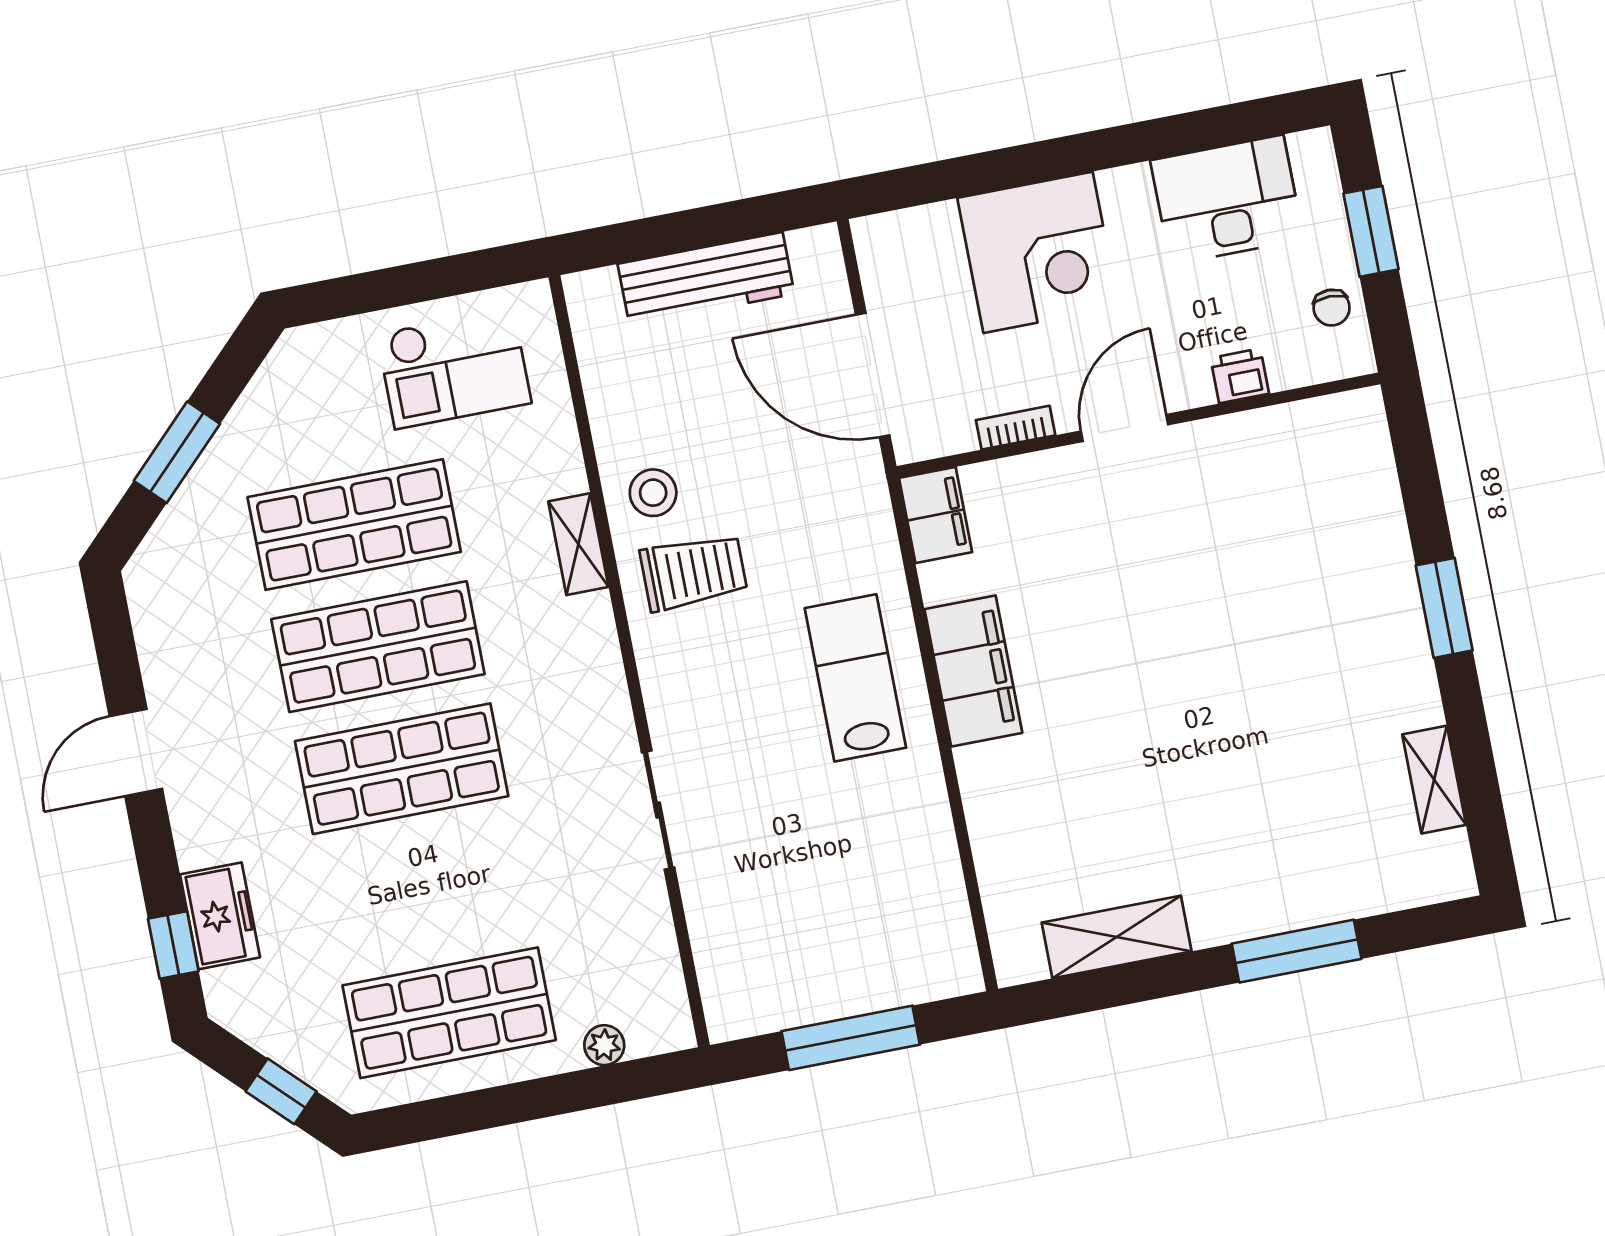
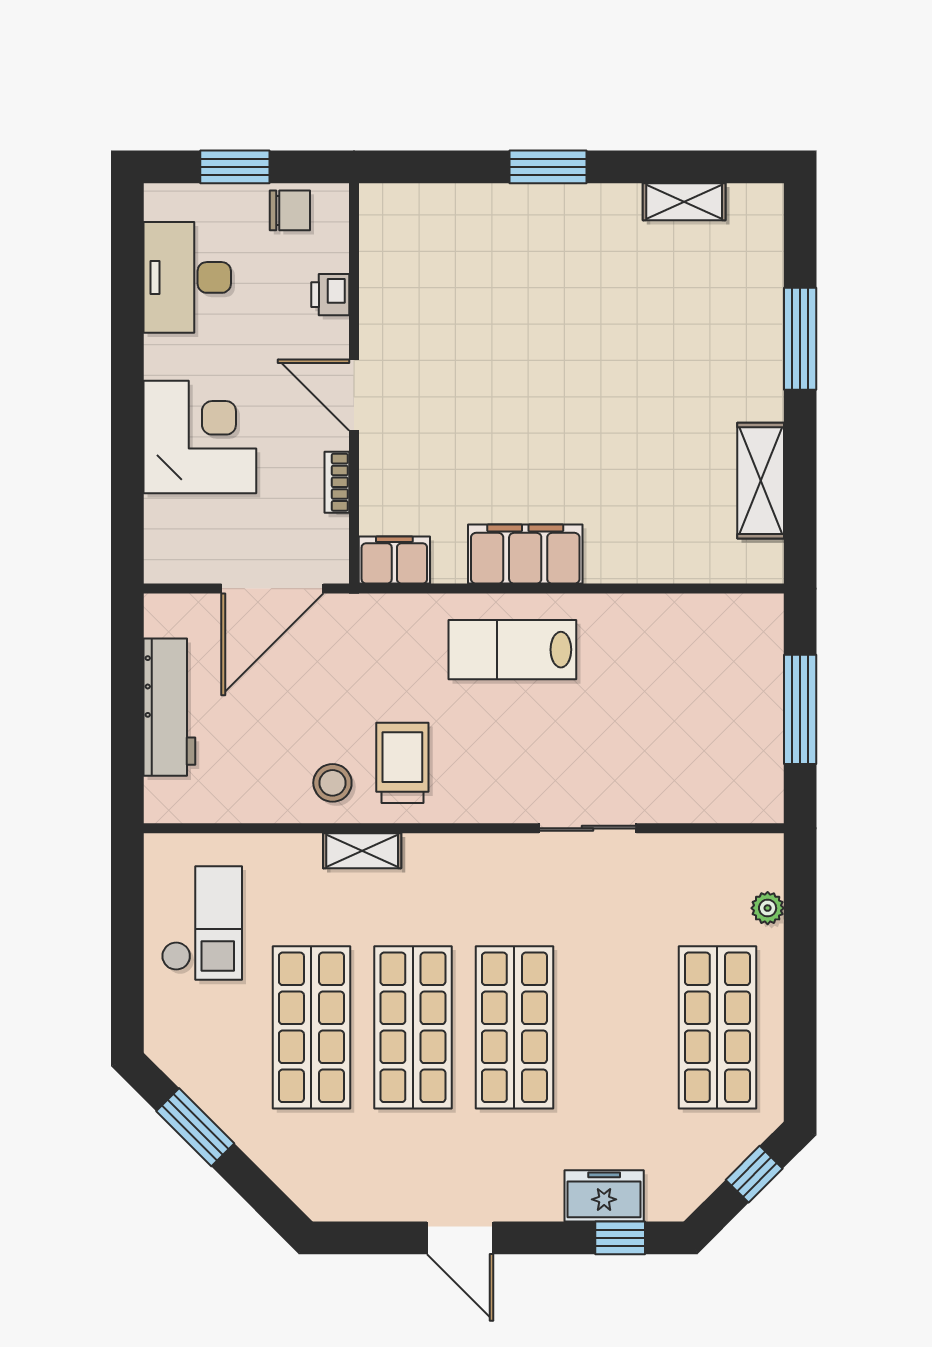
chair: (1332, 308) -> (290, 210), width x1.37, depth x1.37
window: (177, 452) -> (195, 1127), moved

